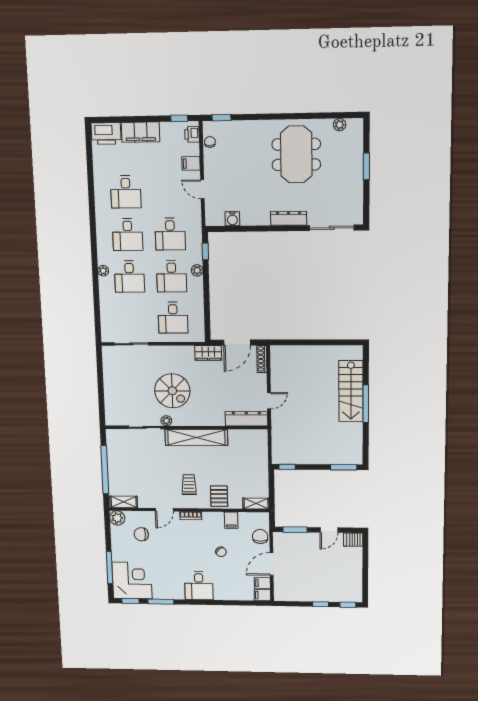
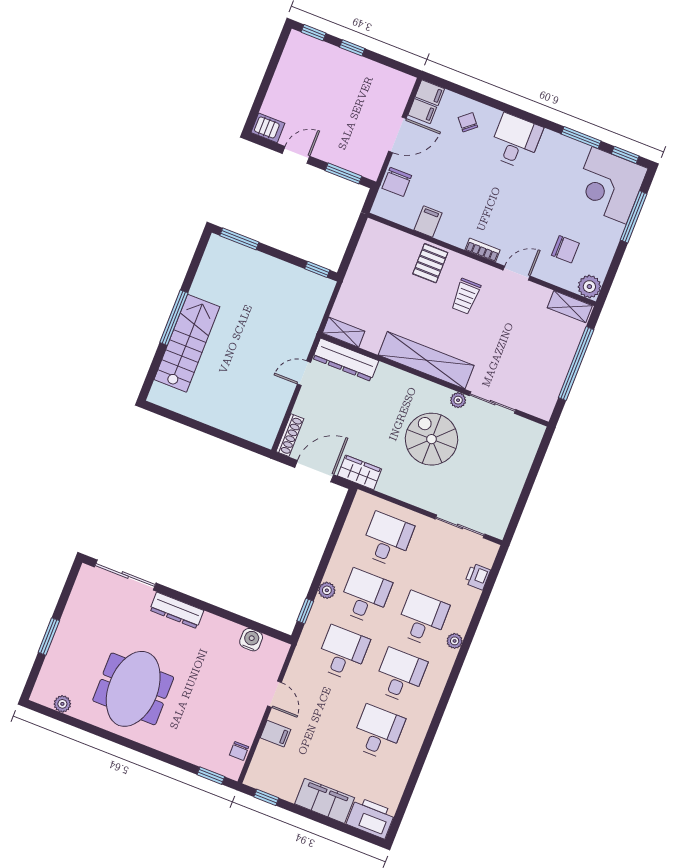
printer: (192, 134) -> (477, 577), moved, turned 180
shelving: (256, 503) -> (344, 332), moved
chair: (221, 552) -> (468, 122), moved

